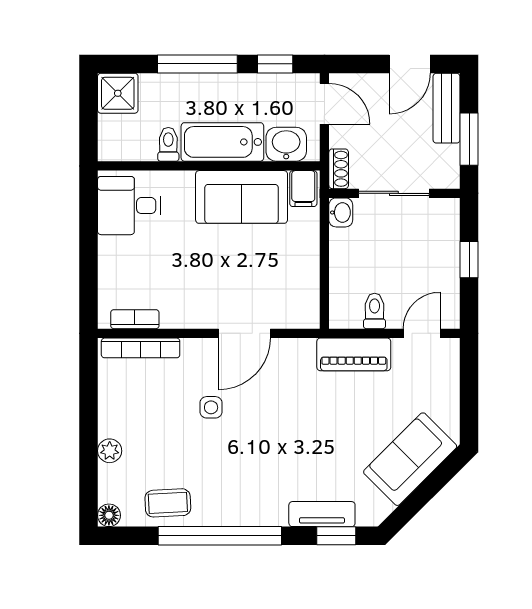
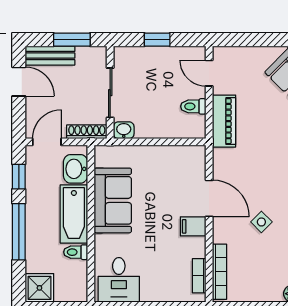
shoe rack: (339, 169) -> (87, 132), width x1.43
filing cabinet: (303, 189) -> (193, 226), moved, turned 180
side table: (211, 407) -> (261, 222), turned 45

